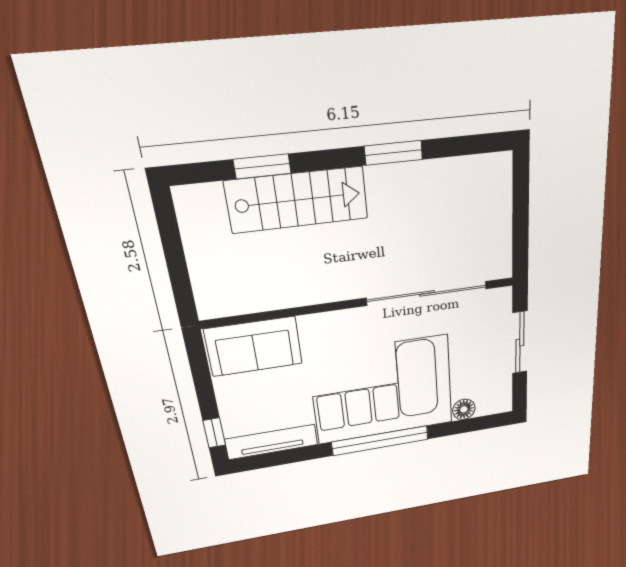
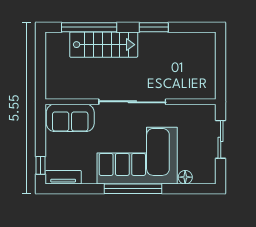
window: (262, 166) -> (89, 27), width x2.11
sliding door: (427, 293) -> (132, 102), moved
tv unit: (272, 442) -> (63, 177), width x0.71

